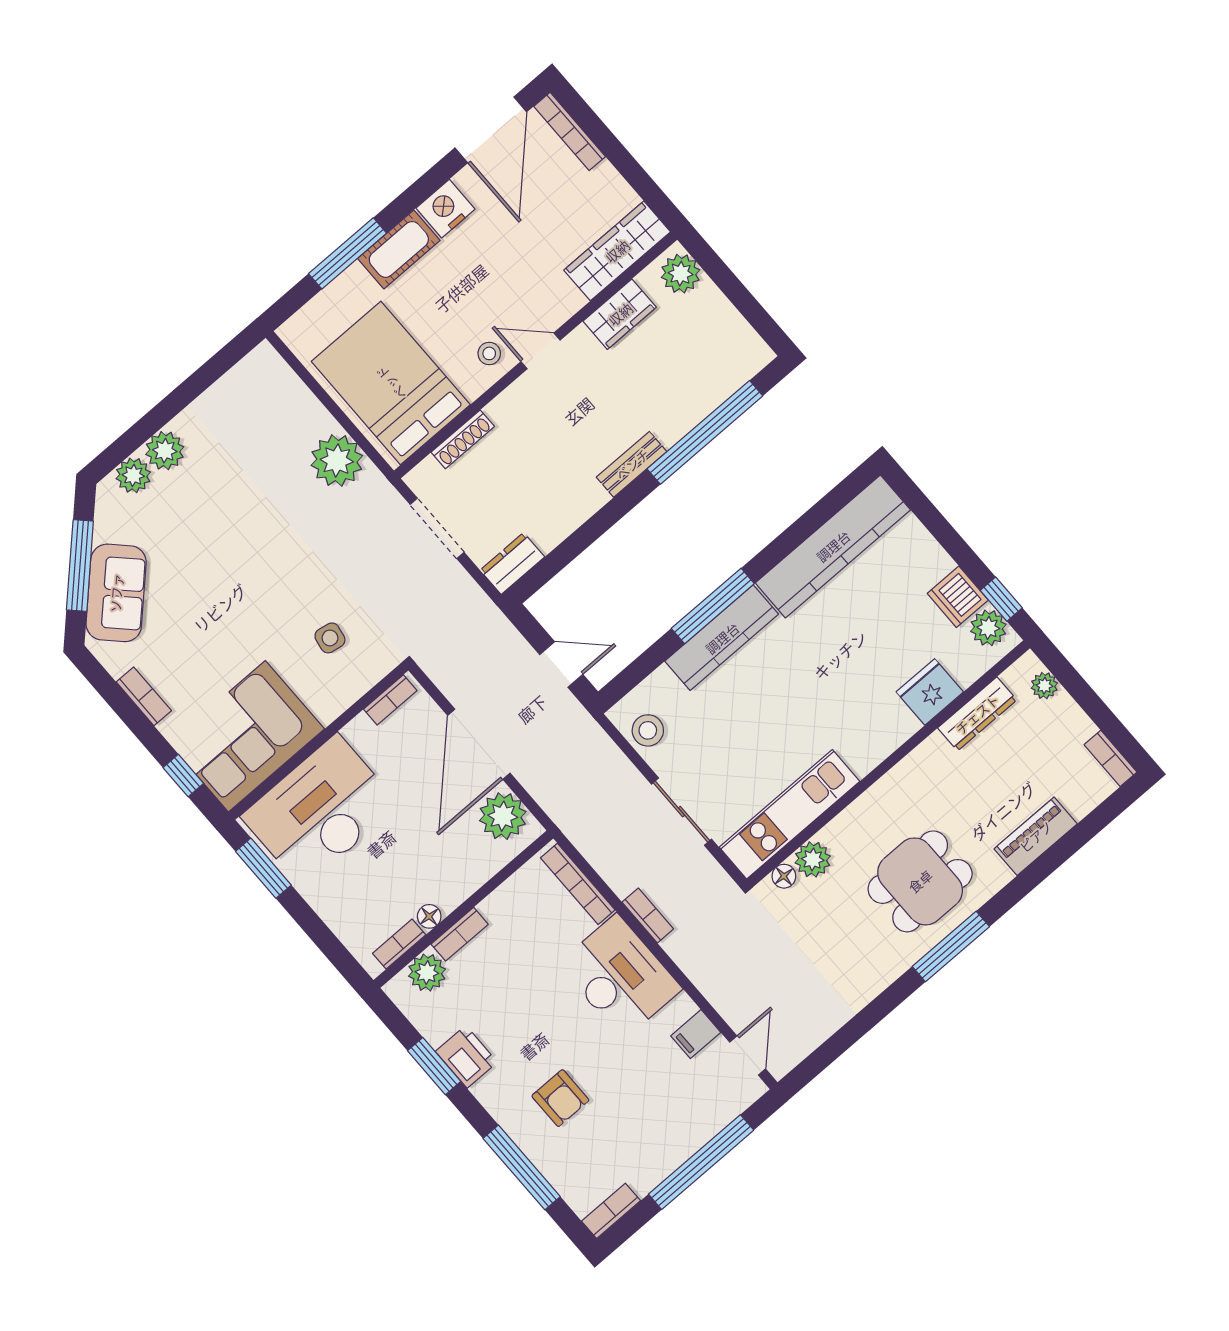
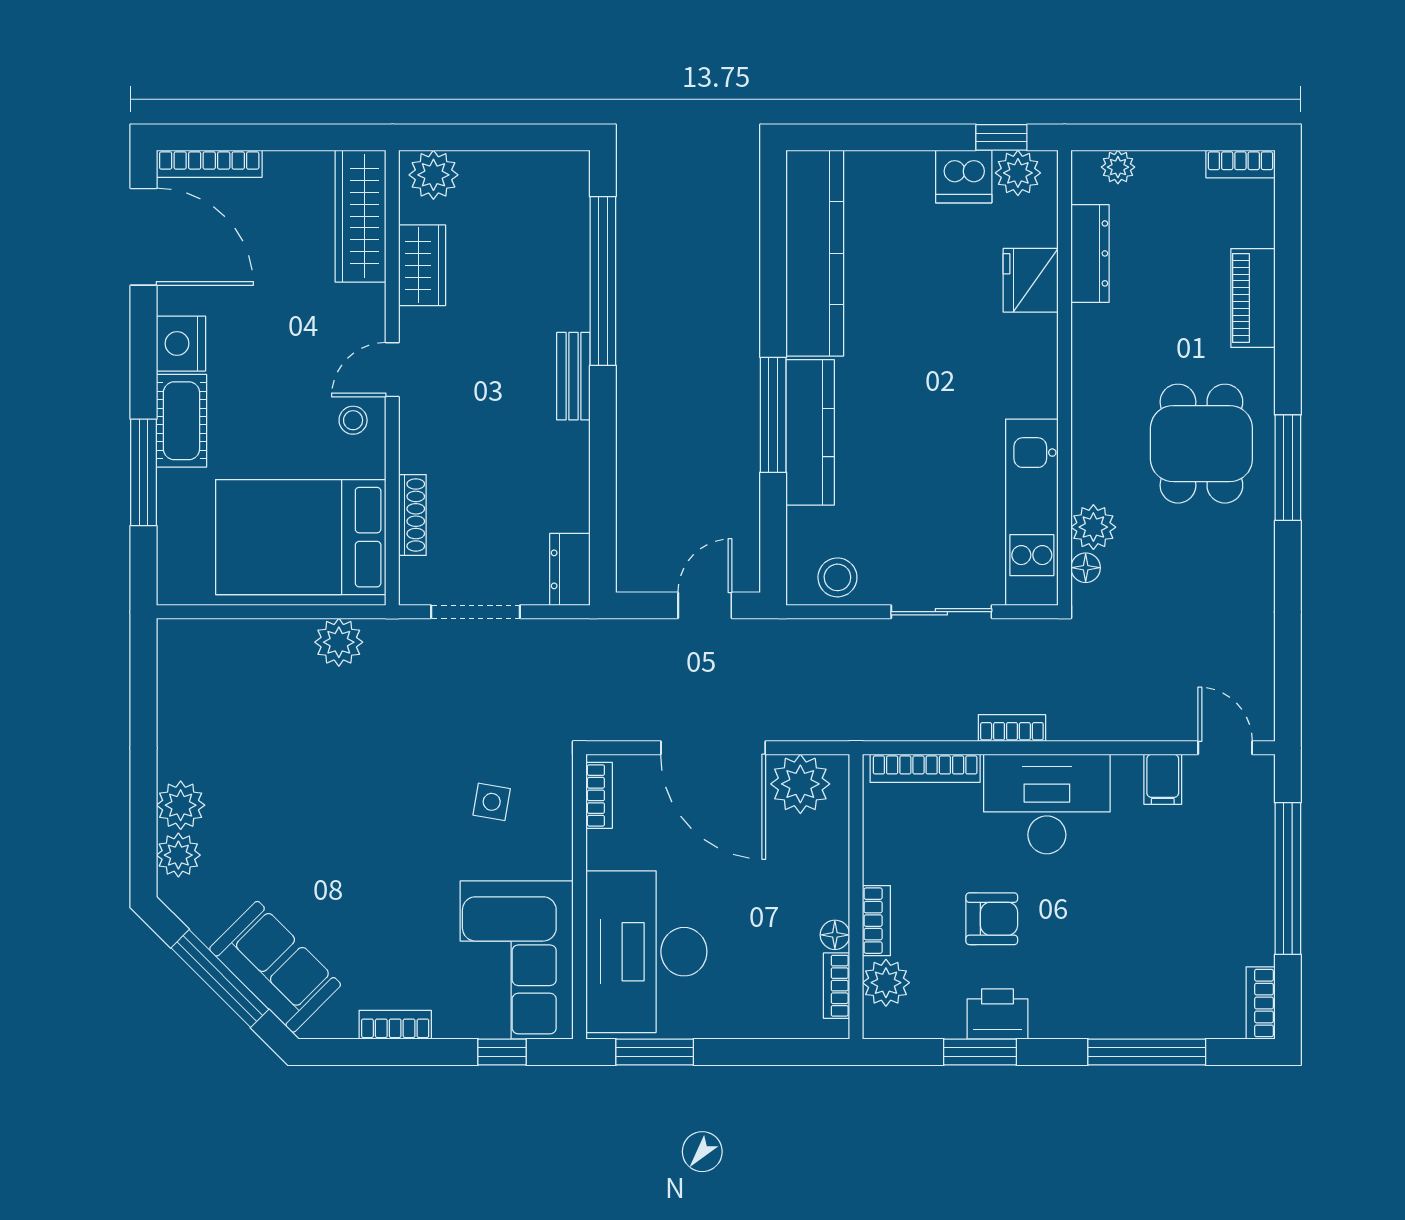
plant: (337, 461) -> (339, 642), width x0.73, depth x0.73
armchair: (560, 1098) -> (992, 919), moved

